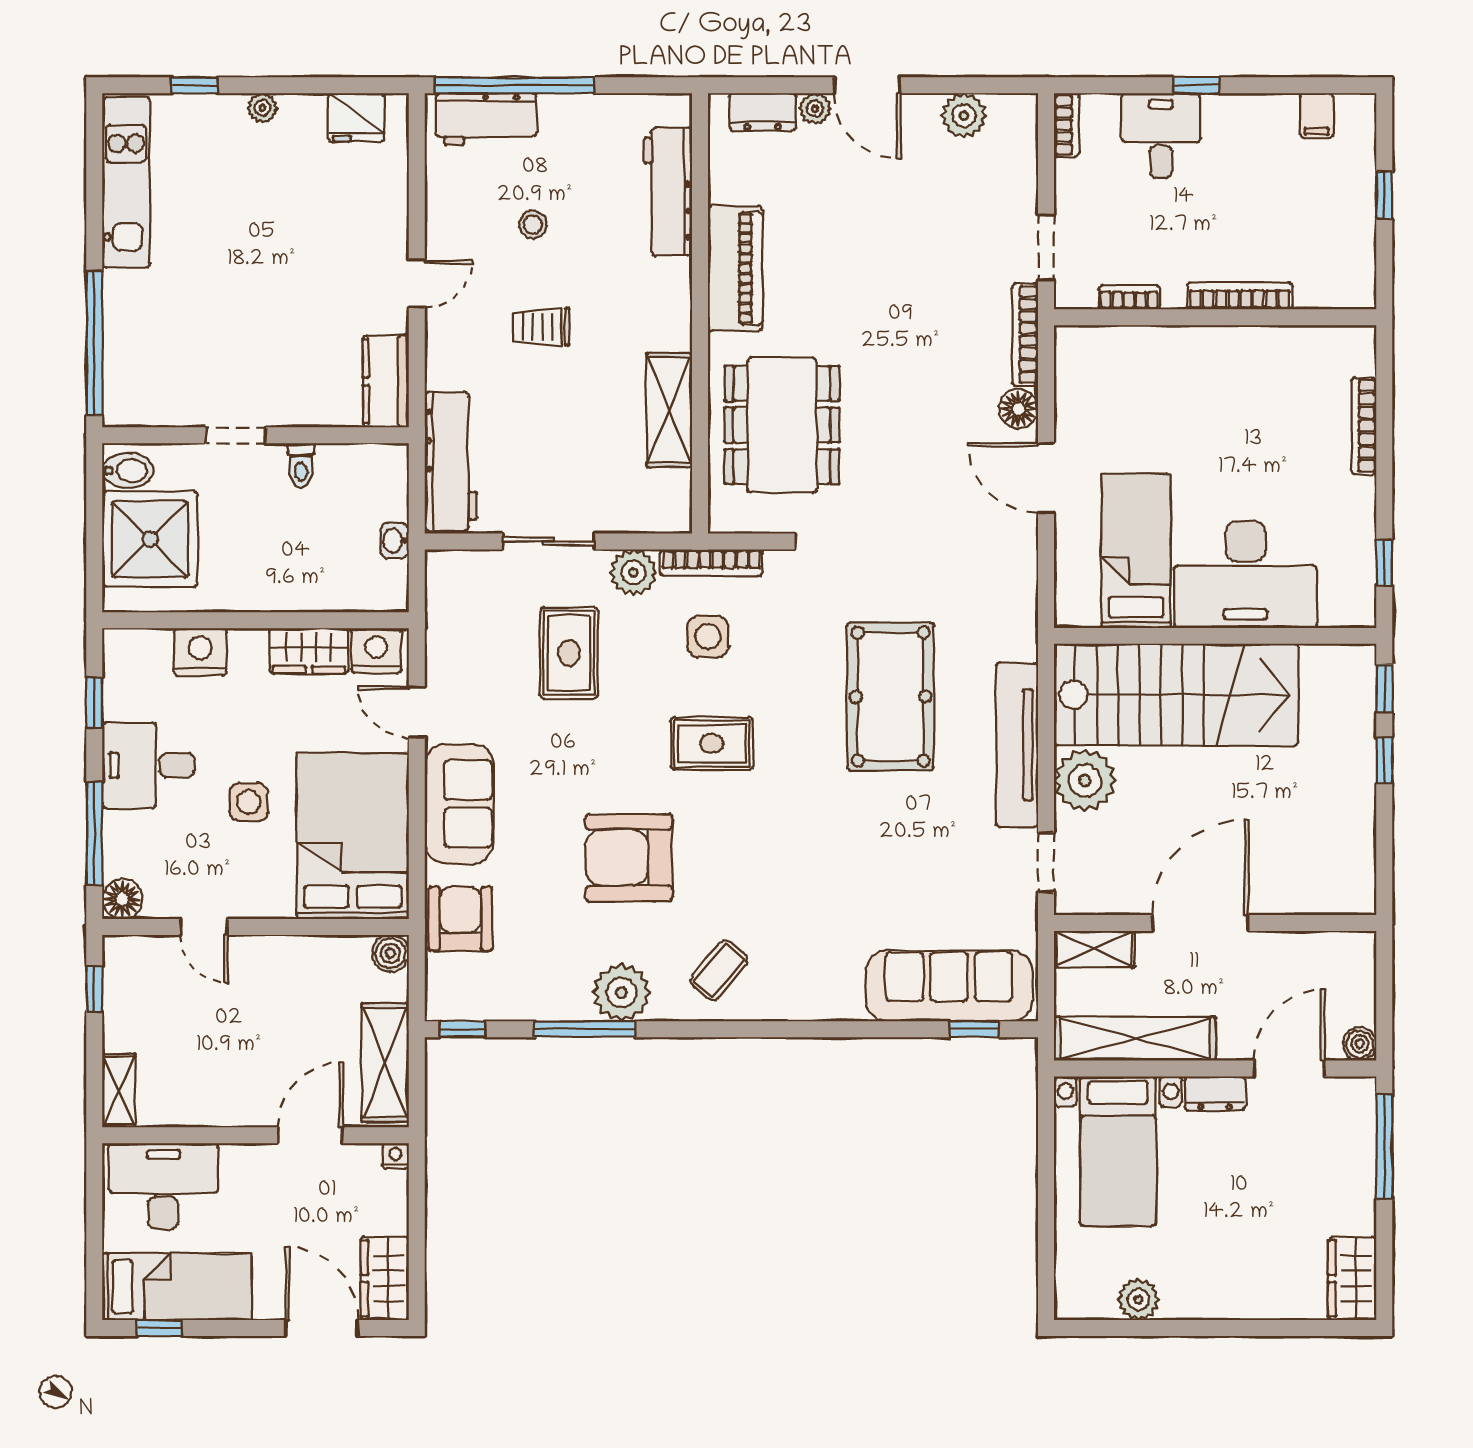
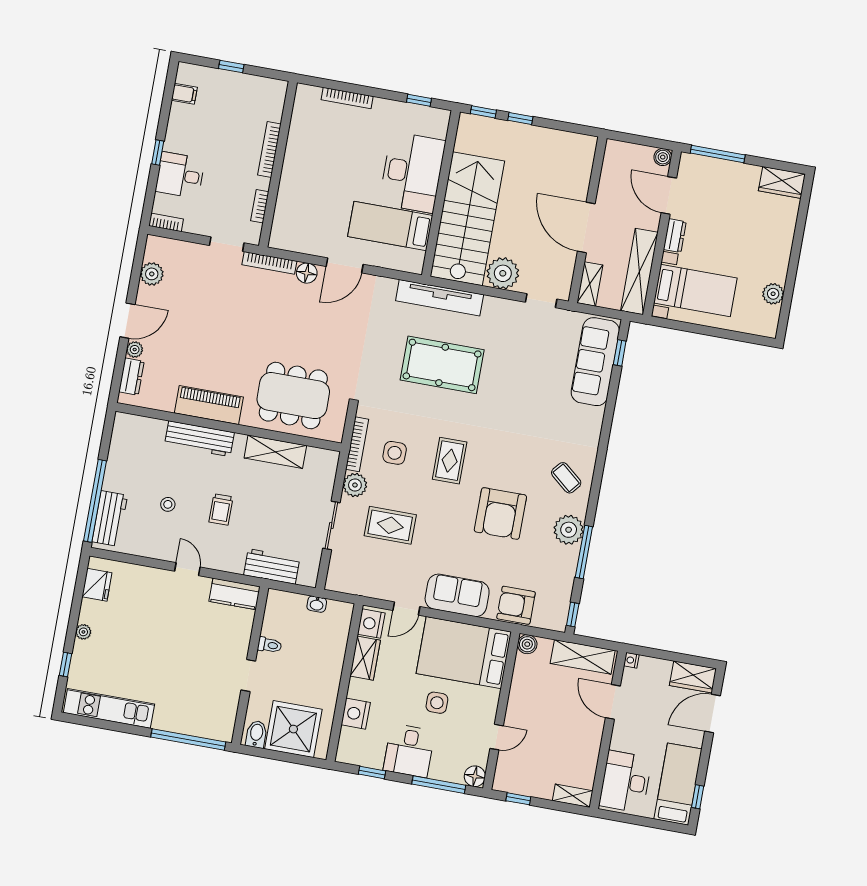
workbench: (668, 192) -> (199, 439), moved
workbench: (451, 461) -> (272, 566), width x0.73
tv unit: (1017, 745) -> (440, 298), moved

